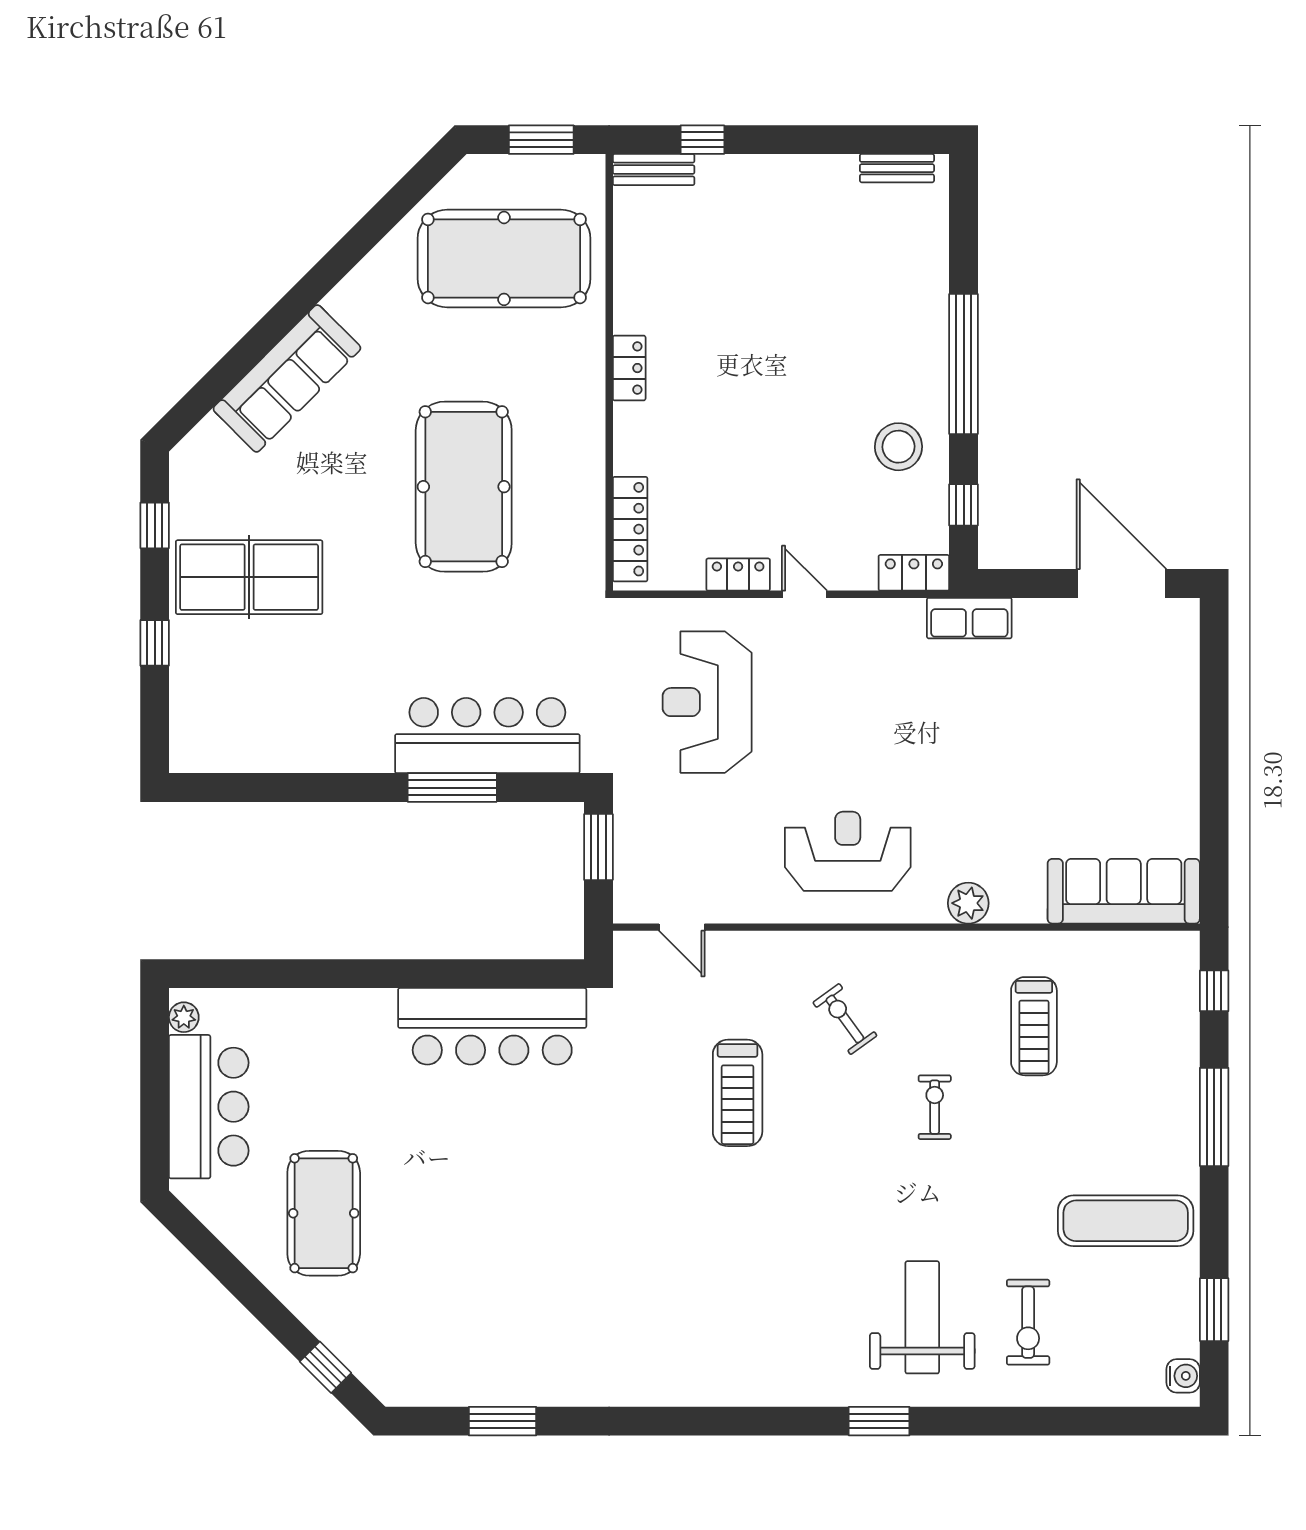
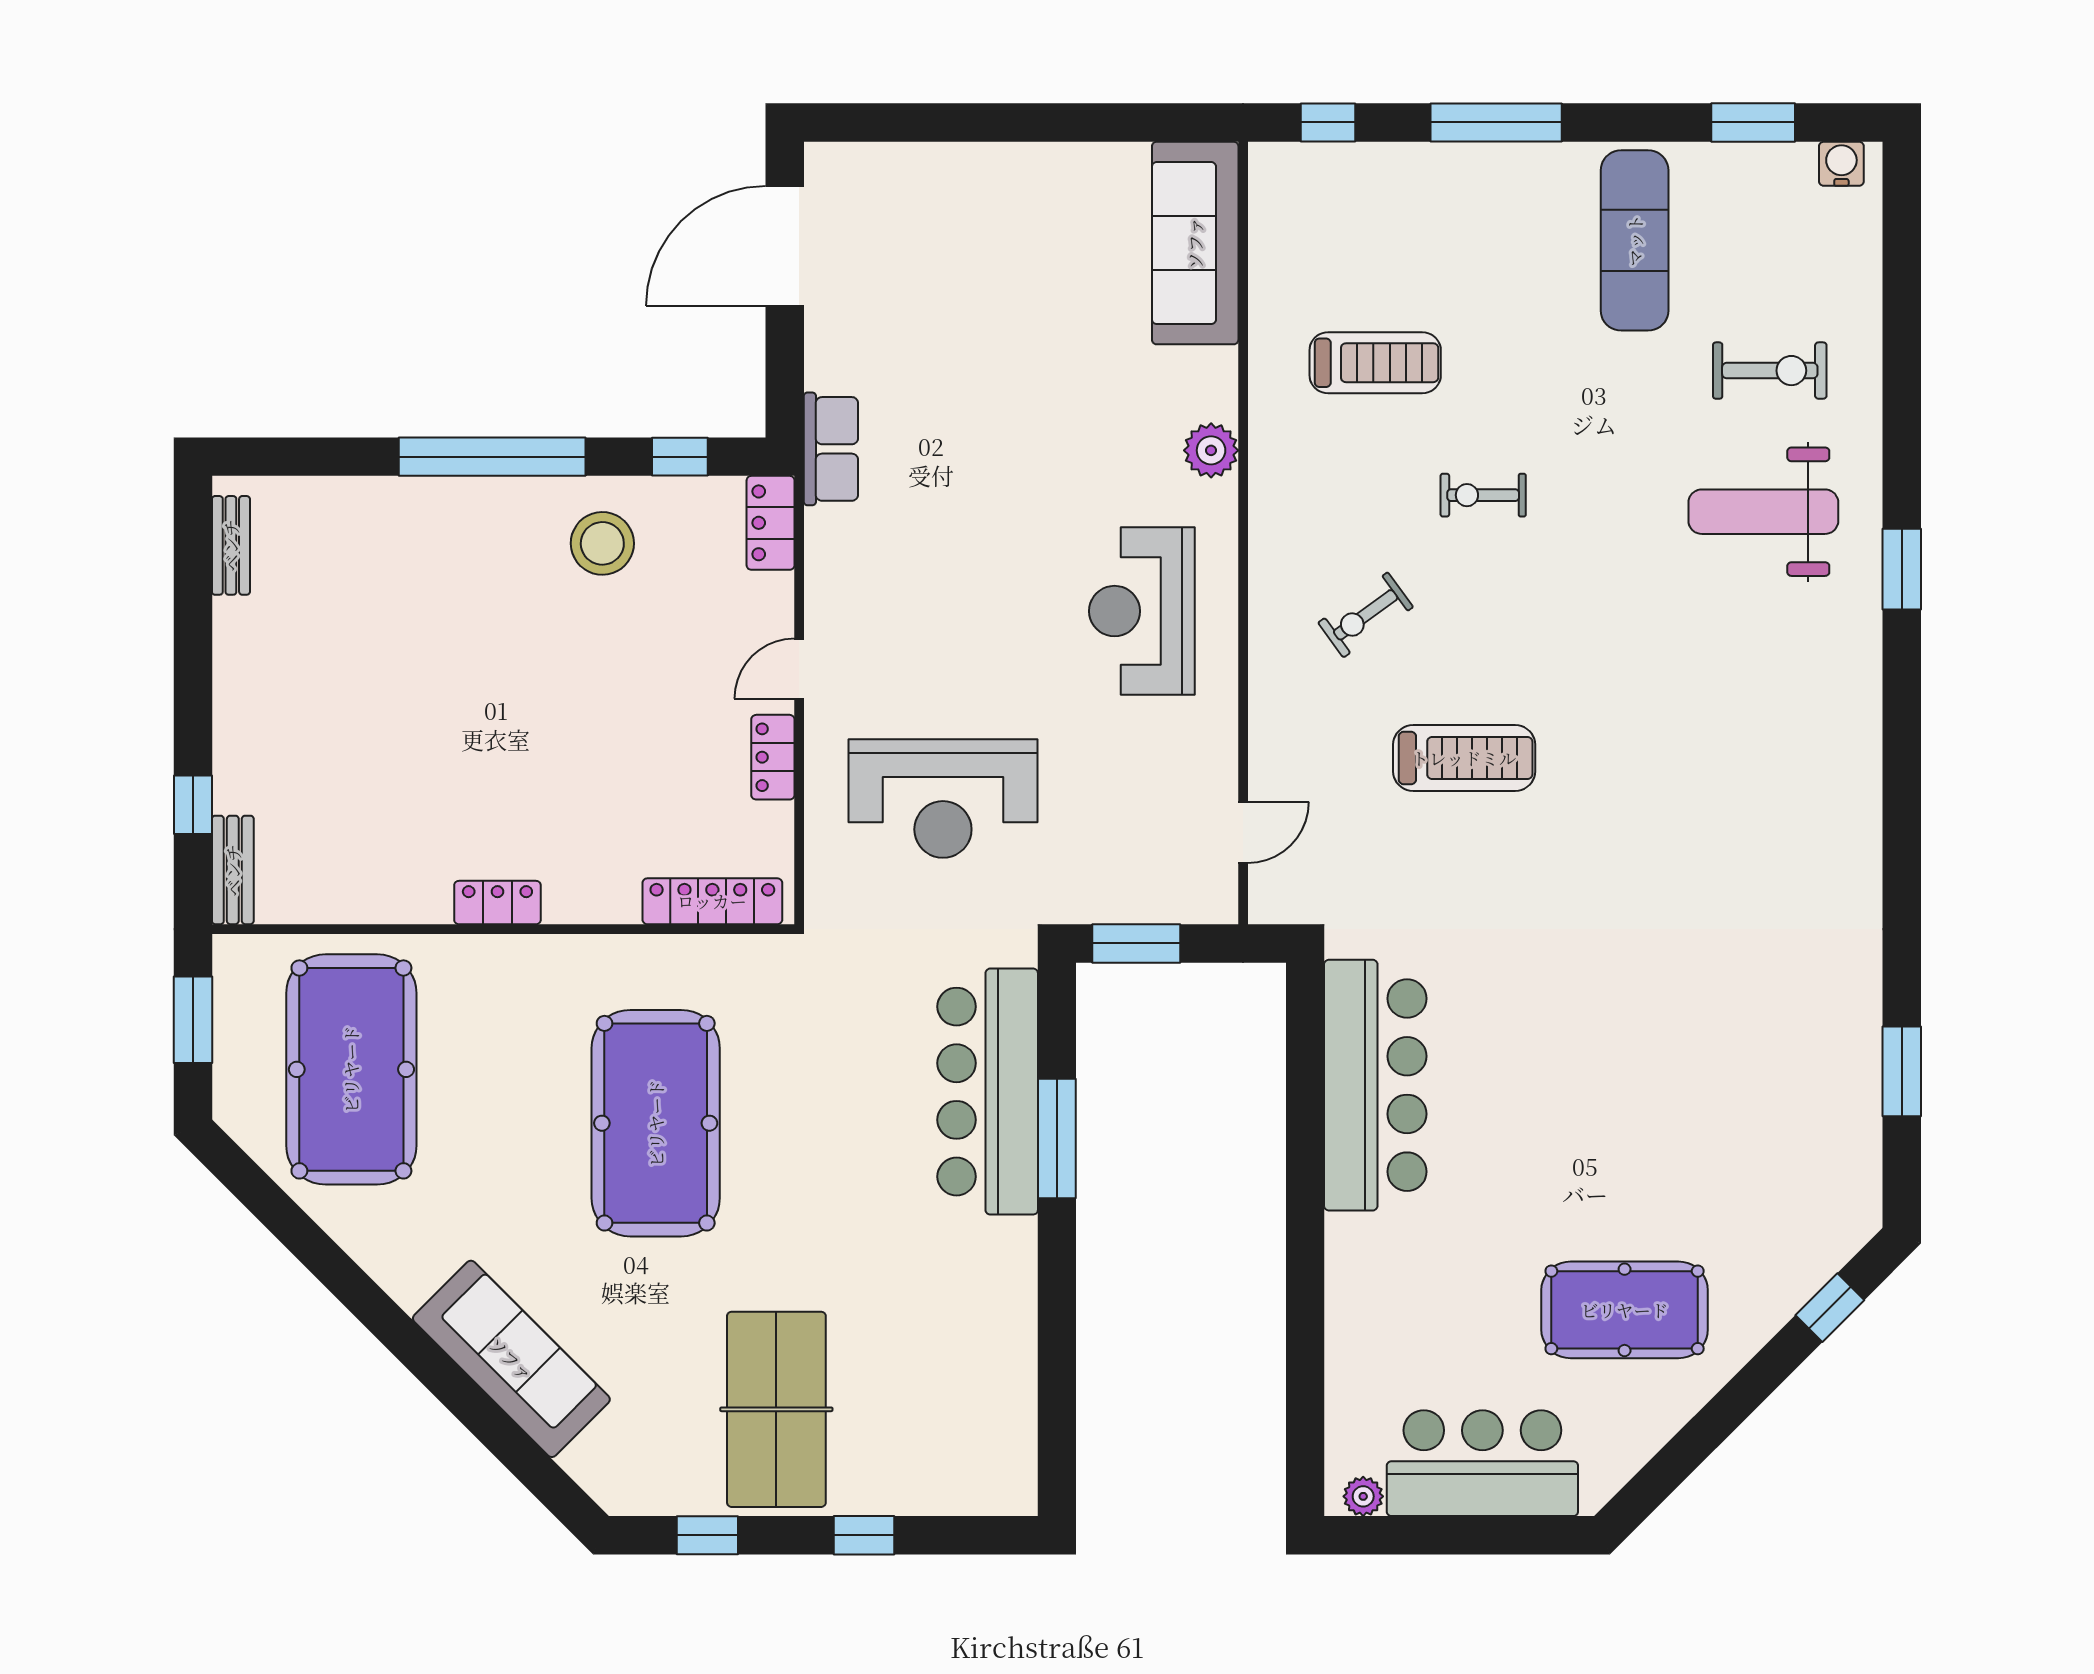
pool table: (464, 487) -> (656, 1123), turned 90

